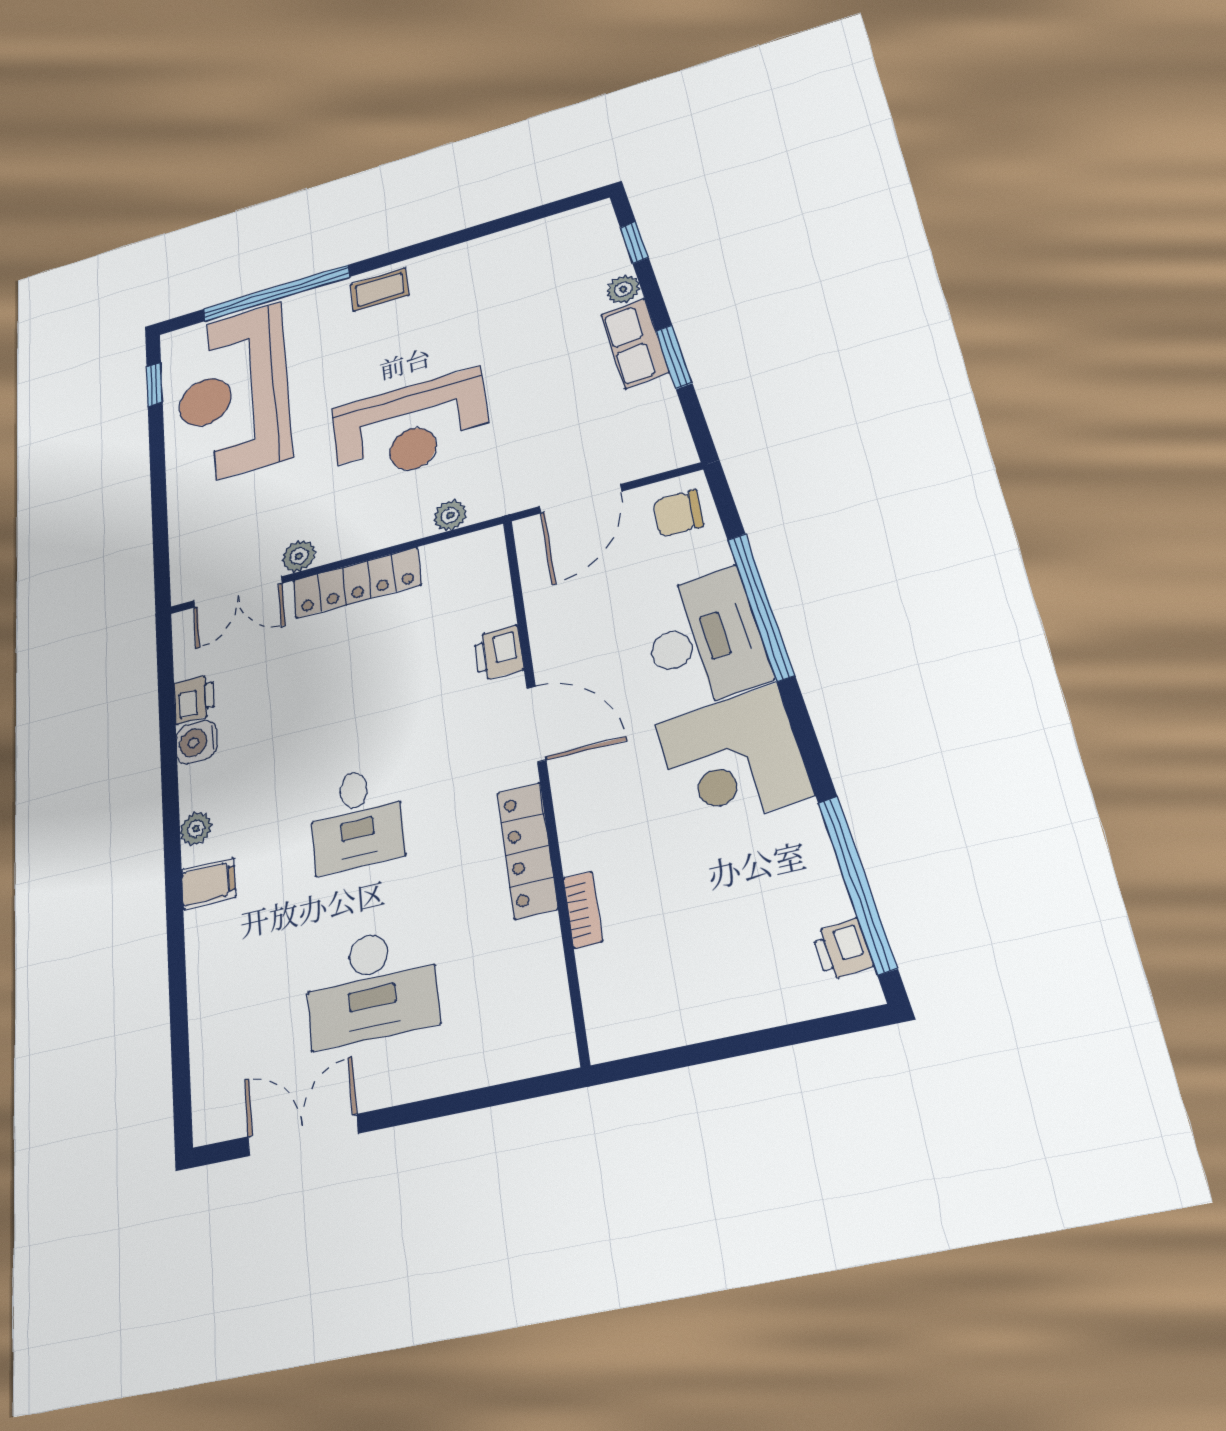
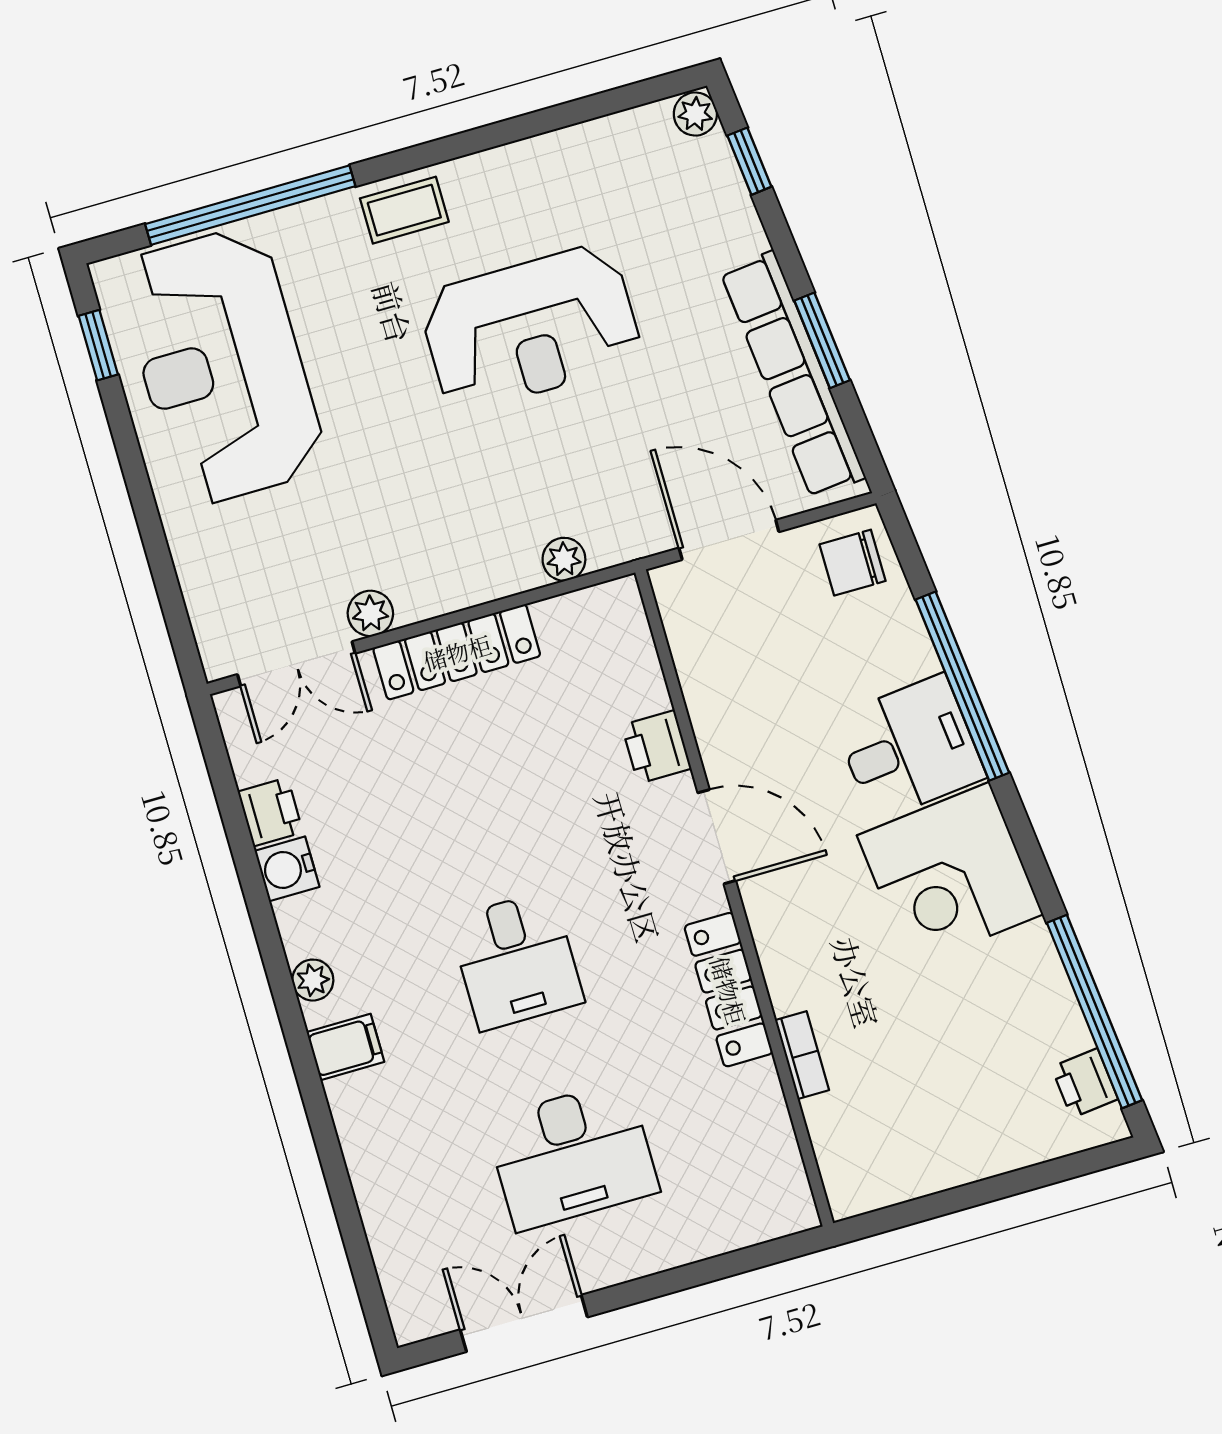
plant: (623, 289) -> (695, 114), moved
row of seats: (635, 343) -> (793, 375), width x2.02
reception desk: (410, 428) -> (531, 328), moved
door: (580, 499) -> (729, 540), swing flipped
desk: (704, 639) -> (909, 748), width x0.73

